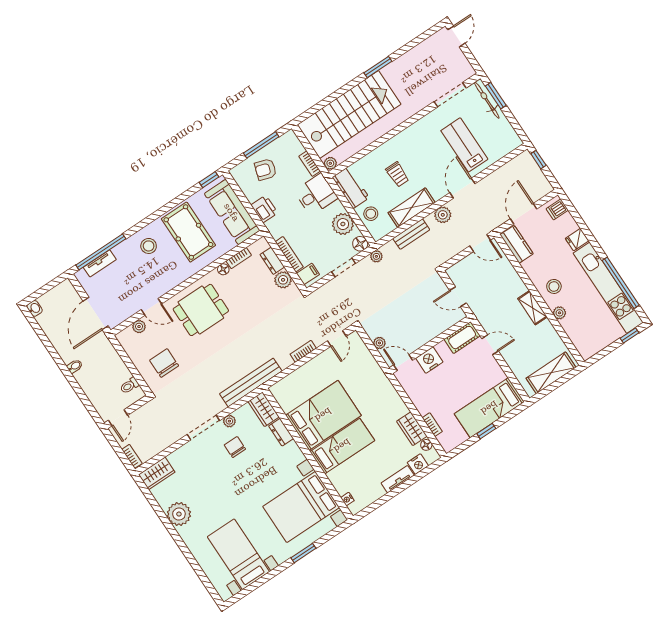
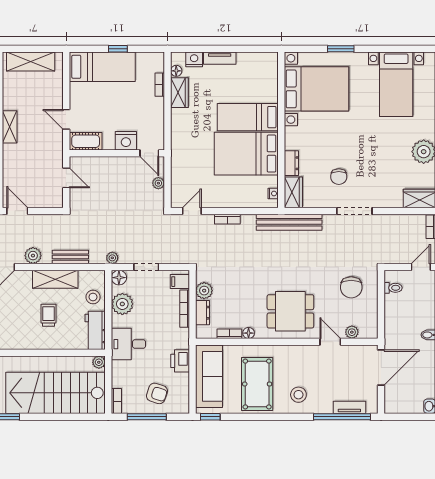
bookcase: (310, 164) -> (116, 401), moved
plant: (229, 421) -> (329, 202), removed
nightstand: (347, 499) -> (273, 194), moved

